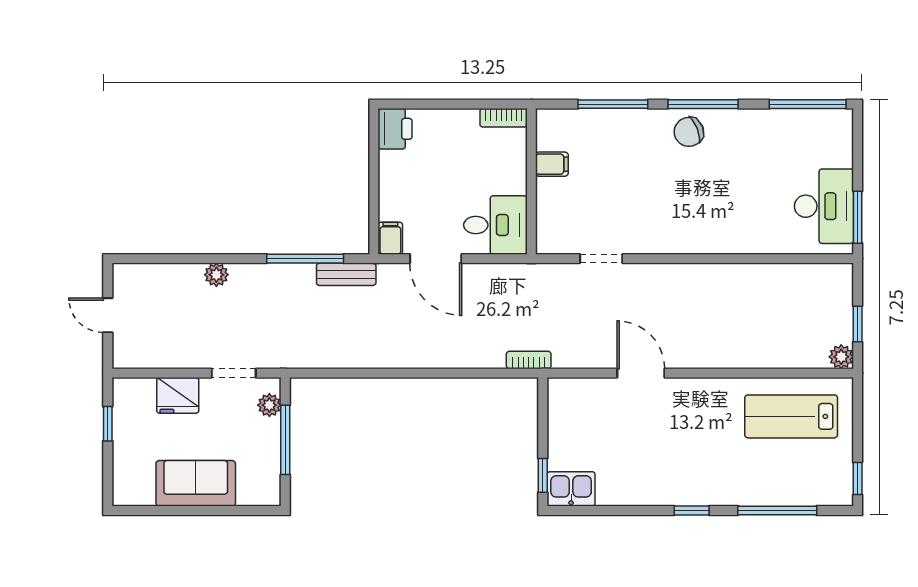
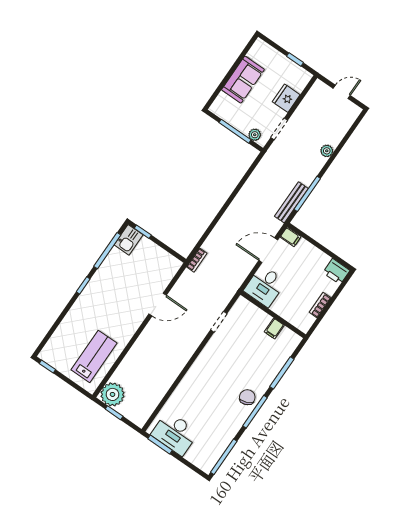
bookcase: (504, 118) -> (320, 305), moved
bench: (346, 274) -> (291, 202), width x1.36
plant: (841, 357) -> (112, 394), width x1.88, depth x1.88
window: (777, 511) -> (107, 251), moved

